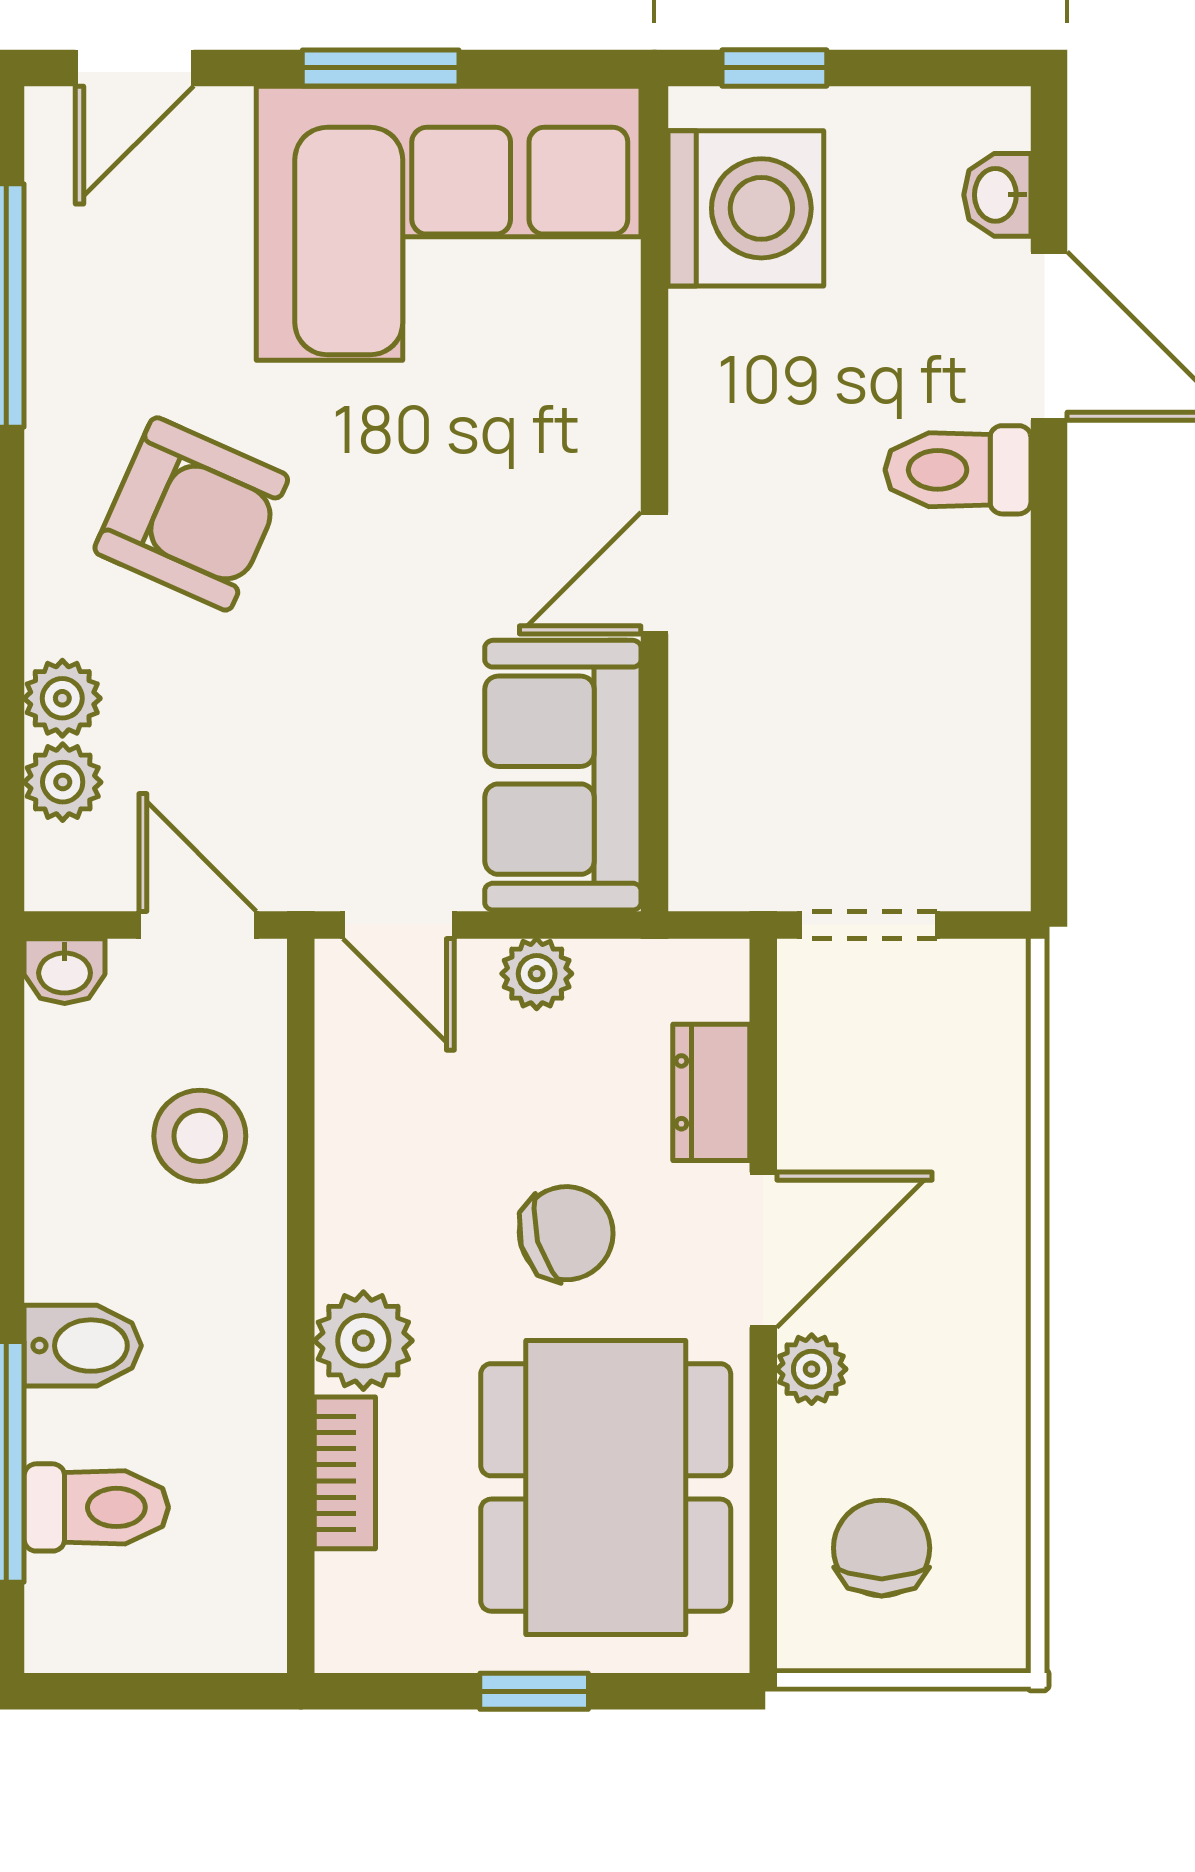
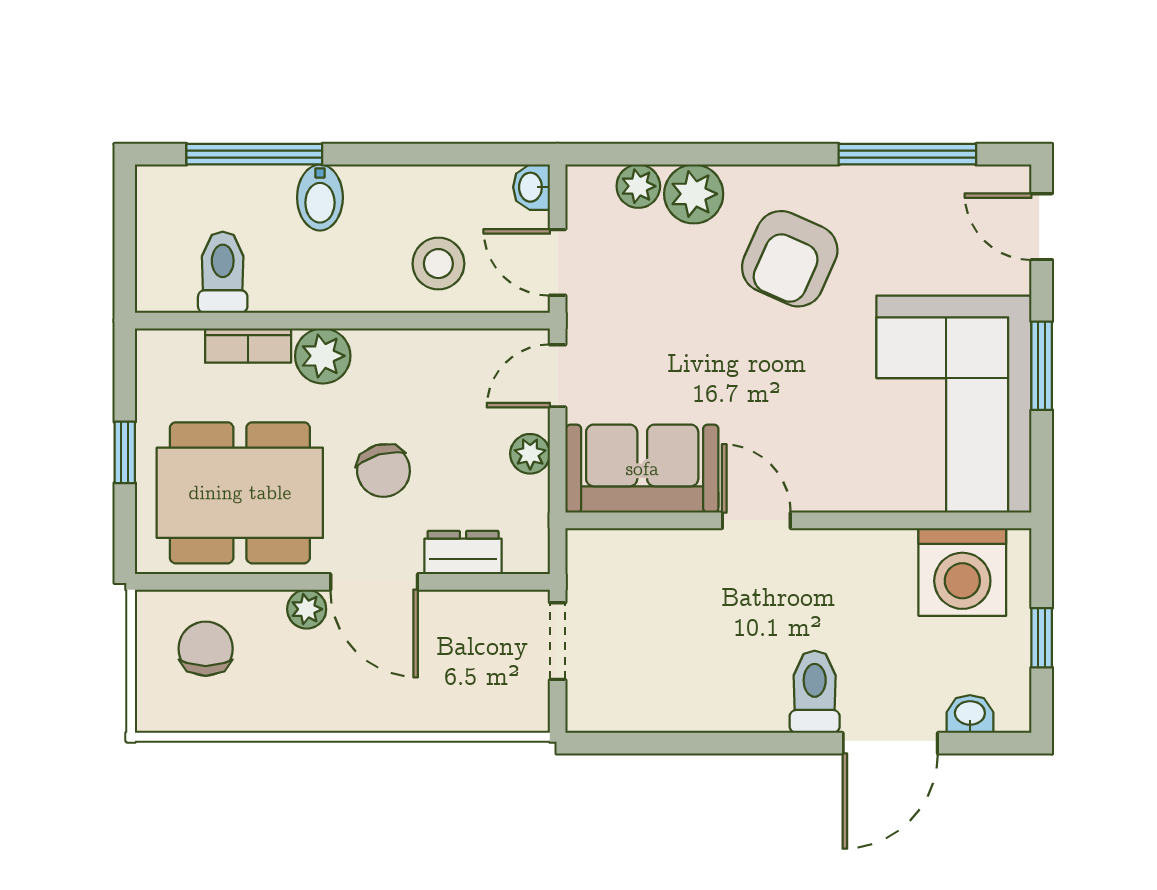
window: (774, 68) -> (1042, 638), moved
plant: (62, 698) -> (694, 194), width x1.38, depth x1.38
door: (198, 925) -> (558, 262), swing flipped
toilet: (96, 1507) -> (223, 272), moved, turned 180
chair: (882, 1548) -> (206, 649), turned -90

